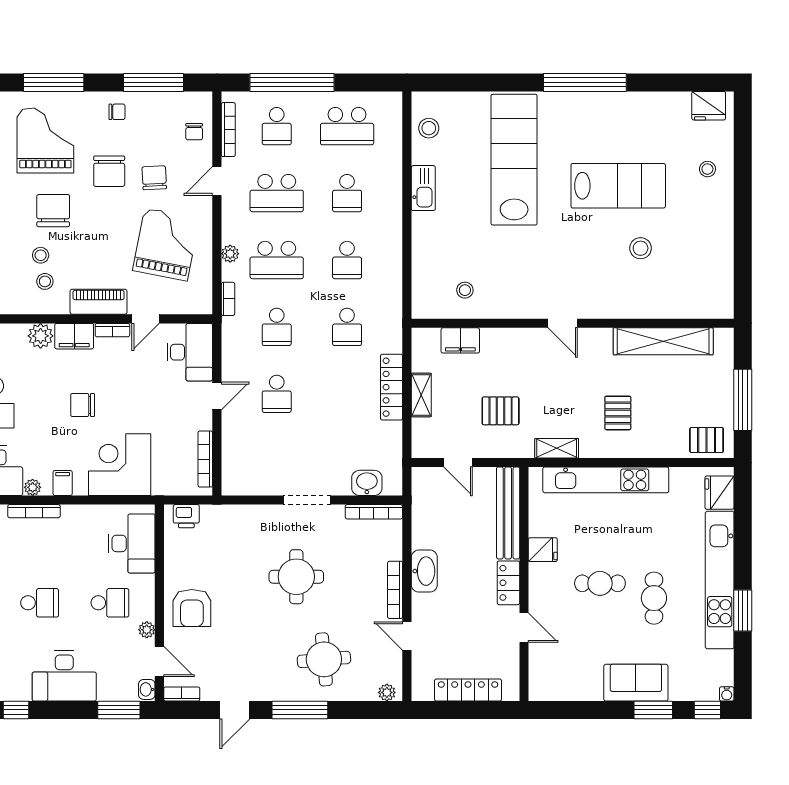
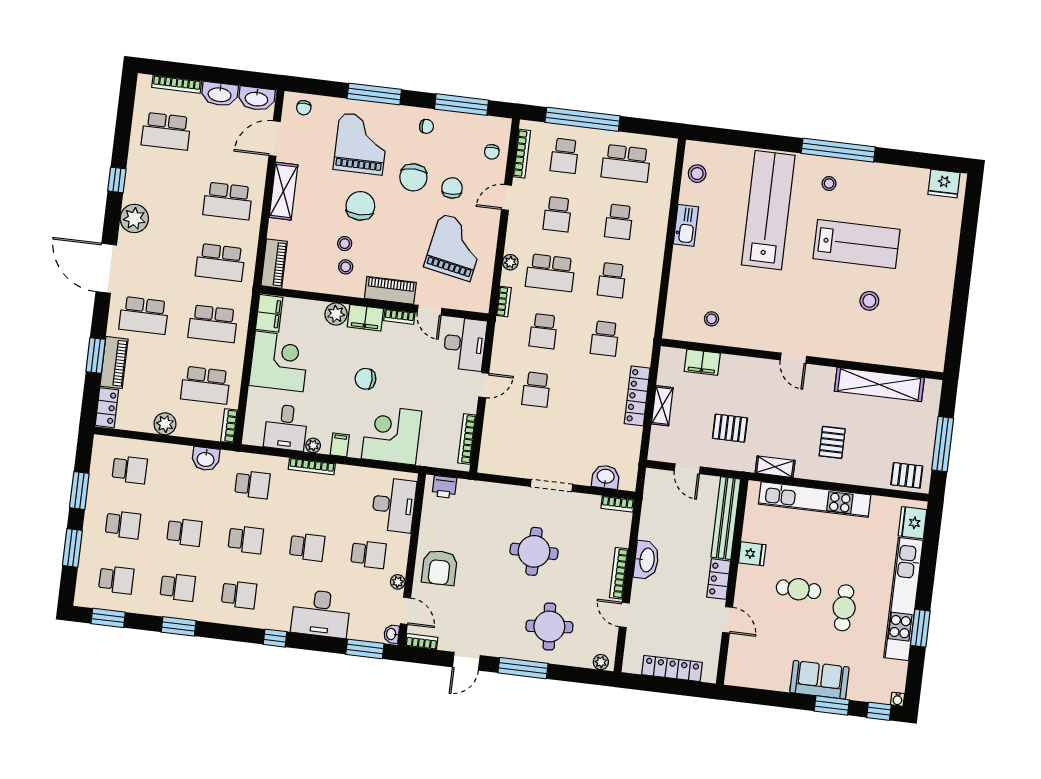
stool: (707, 169) -> (829, 183), moved
school desk: (277, 193) -> (557, 214), width x0.54
door: (146, 319) -> (430, 310), hinge flipped
bookcase: (374, 512) -> (618, 504), width x0.64

